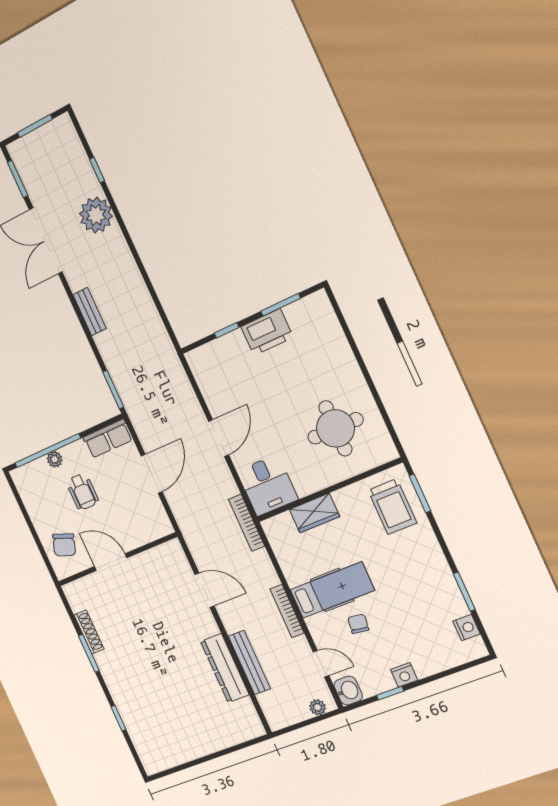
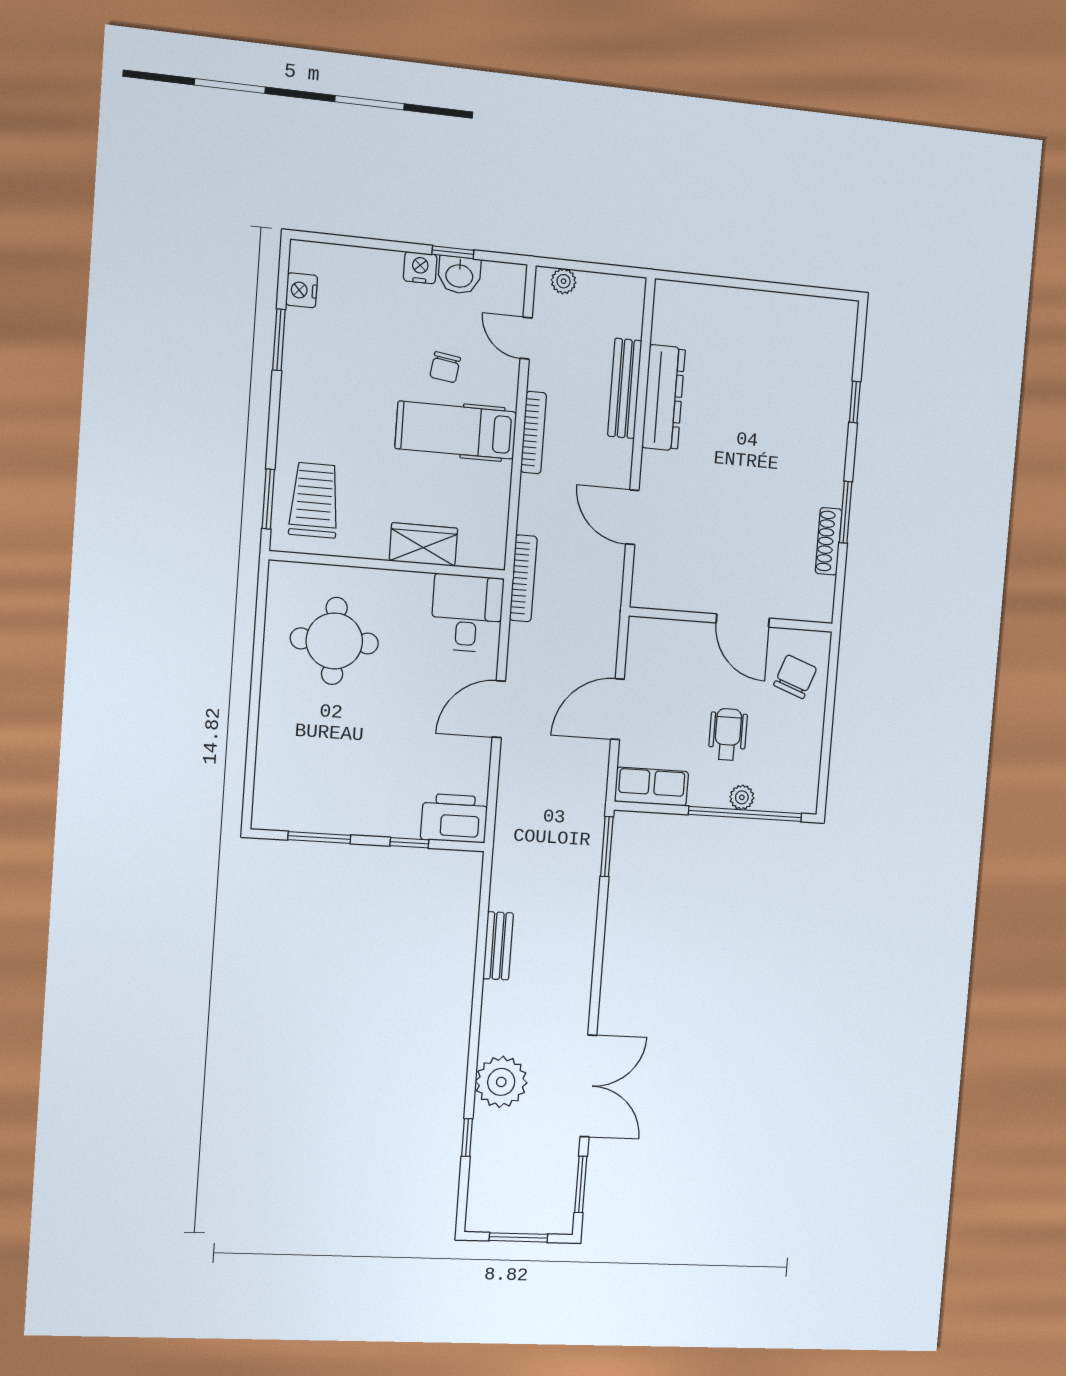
bench: (90, 312) -> (498, 946), moved
printer: (267, 332) -> (454, 818), moved
washbasin: (348, 691) -> (459, 275), moved, turned -90

